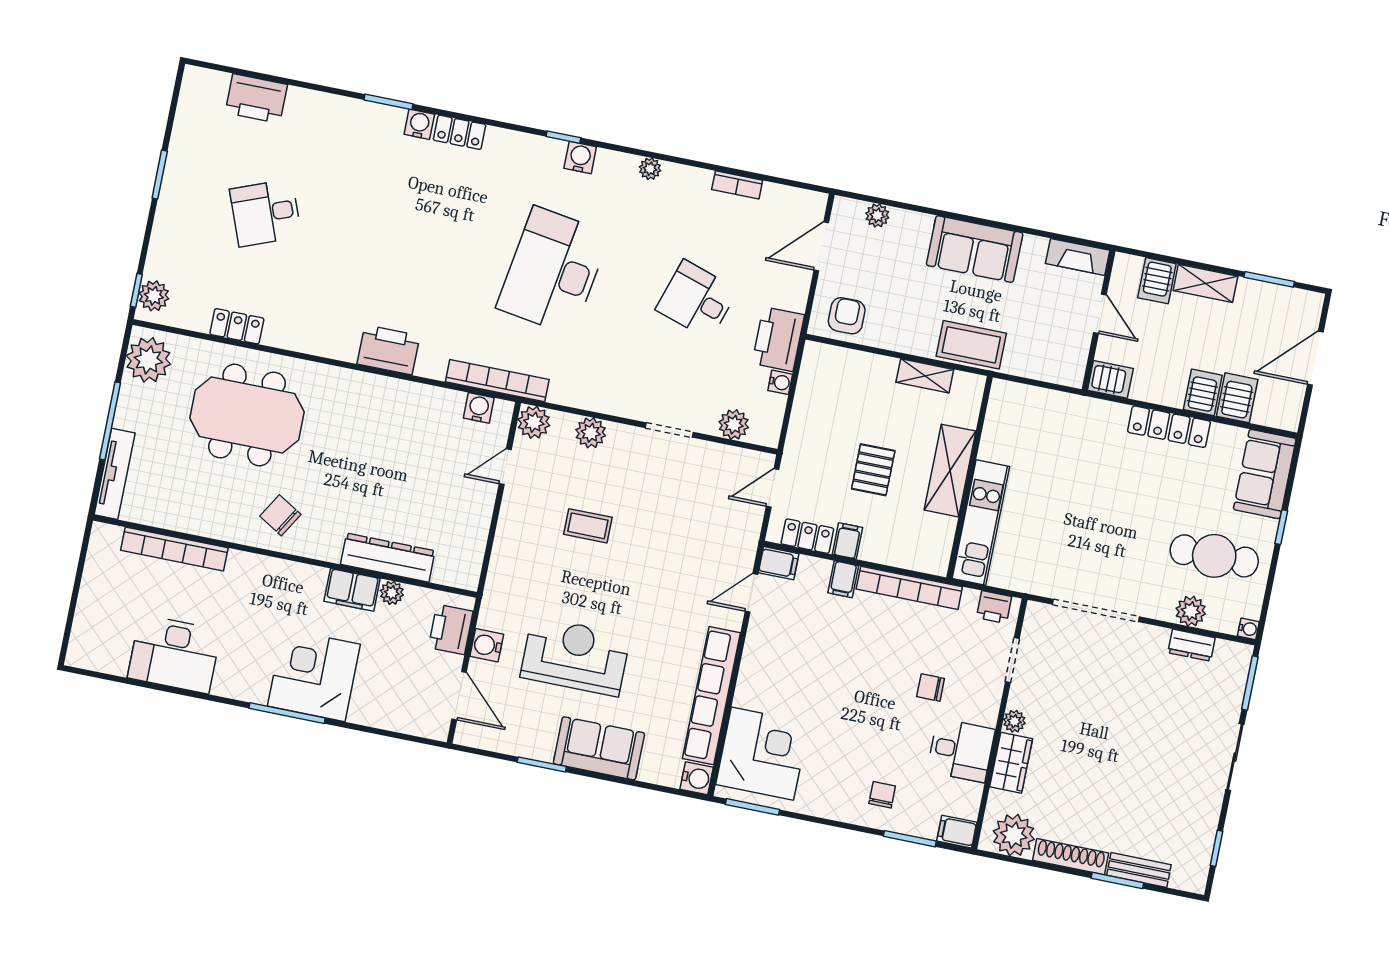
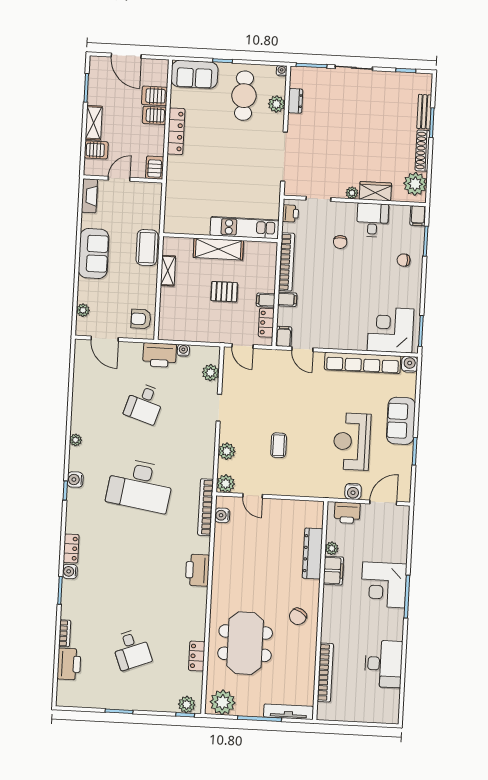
bookcase: (737, 185) -> (65, 633), moved

